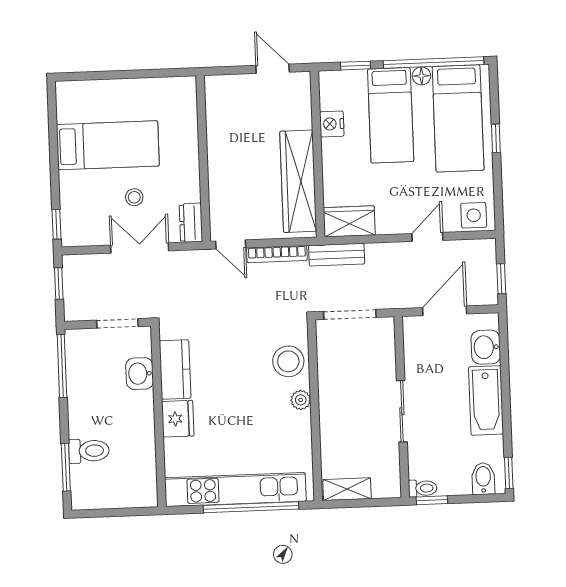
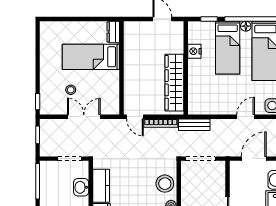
bed: (108, 145) -> (91, 57), moved, turned 180
stool: (134, 197) -> (71, 90), moved
wardrobe: (349, 221) -> (202, 106), removed
dresser: (191, 223) -> (113, 32), moved

